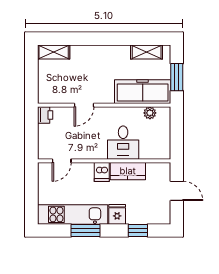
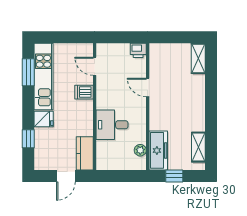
window: (177, 77) -> (174, 176), width x0.67
freezer: (143, 92) -> (158, 150), width x0.73, depth x0.79
kitchen counter: (128, 171) -> (85, 153), moved
dishwasher: (102, 172) -> (84, 92), moved
window: (86, 231) -> (28, 72), moved

